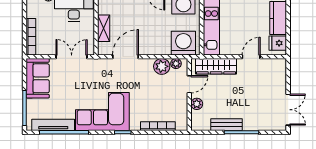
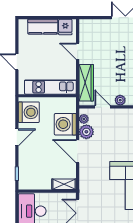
shelving: (104, 28) -> (64, 184), moved
washing machine: (183, 43) -> (65, 124), moved
door: (125, 57) -> (78, 151), moved

